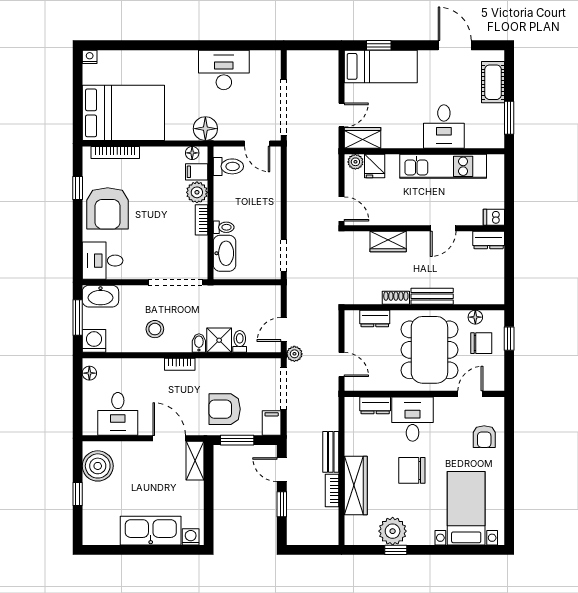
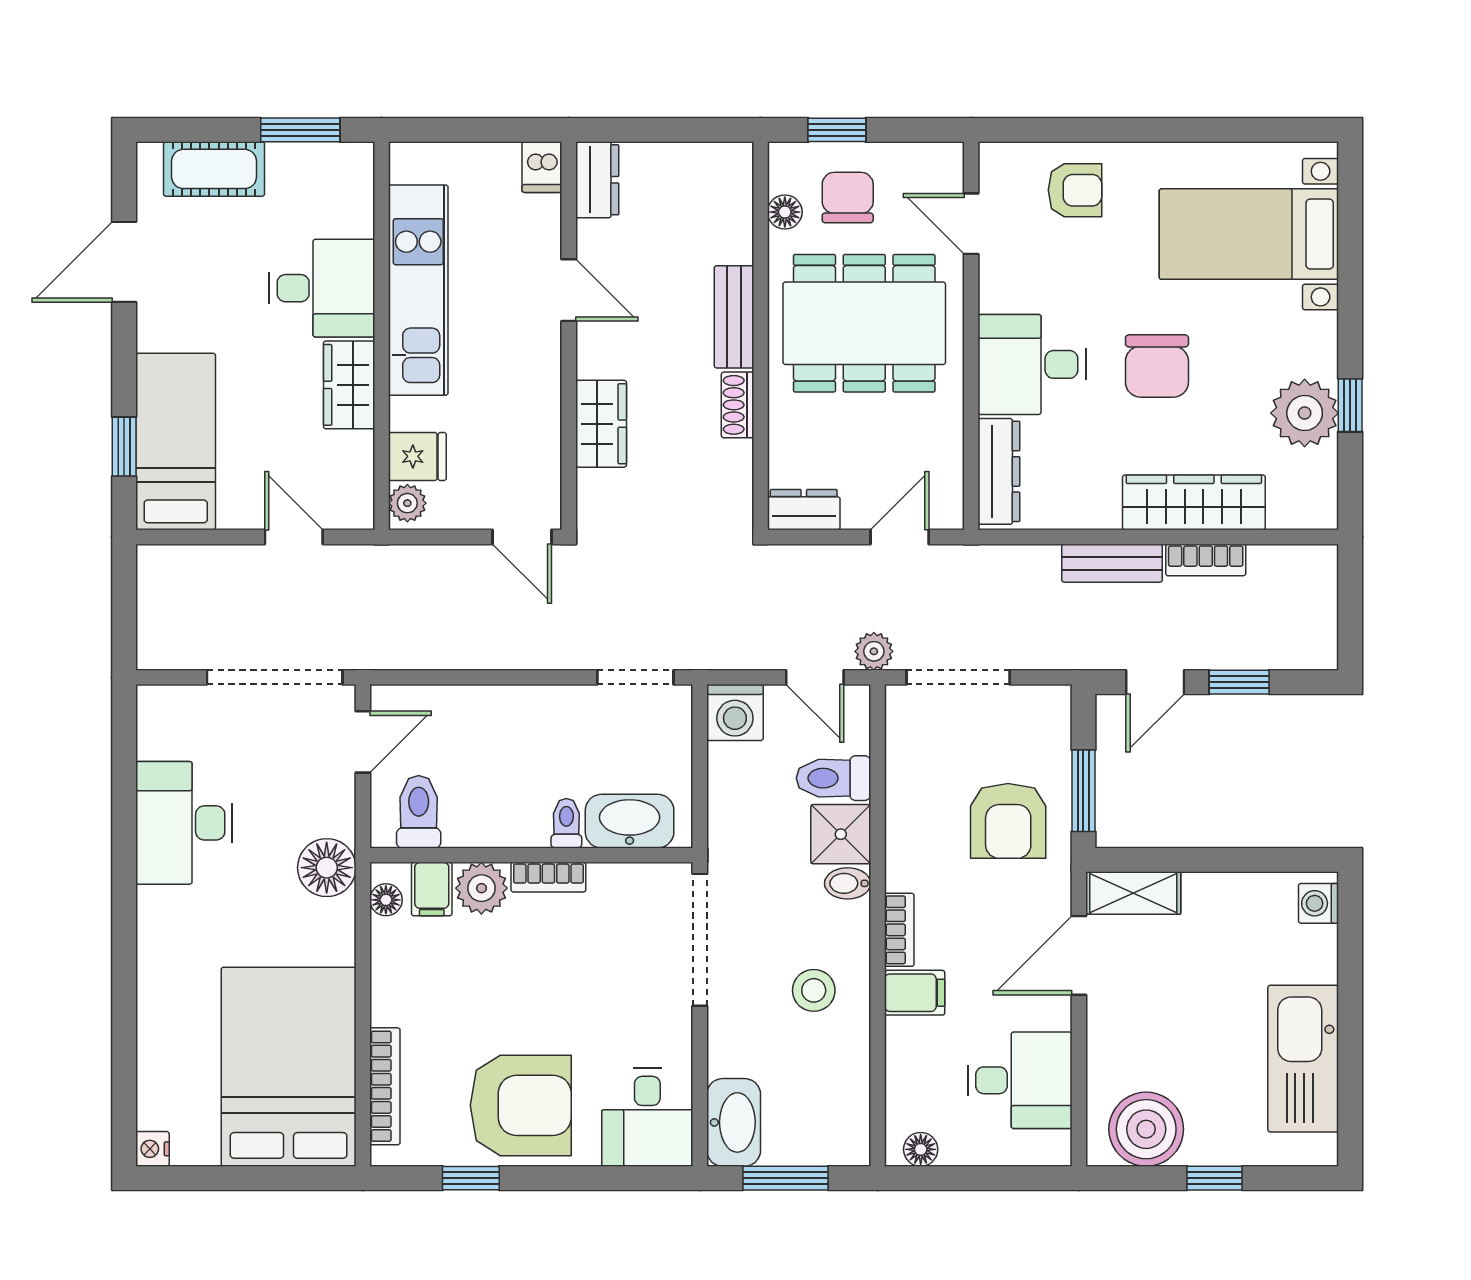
wardrobe: (362, 138) -> (349, 385), moved
door: (341, 209) -> (522, 537), swing flipped
dresser: (375, 318) -> (804, 510), moved, turned -90
washing machine: (94, 341) -> (735, 713), moved, turned -90
toilet: (240, 341) -> (833, 778), width x1.37, depth x1.39
dresser: (375, 405) -> (999, 471), width x1.44
filing cabinet: (272, 423) -> (915, 993), moved, turned 180
kitchen sink: (151, 531) -> (1303, 1059), moved

